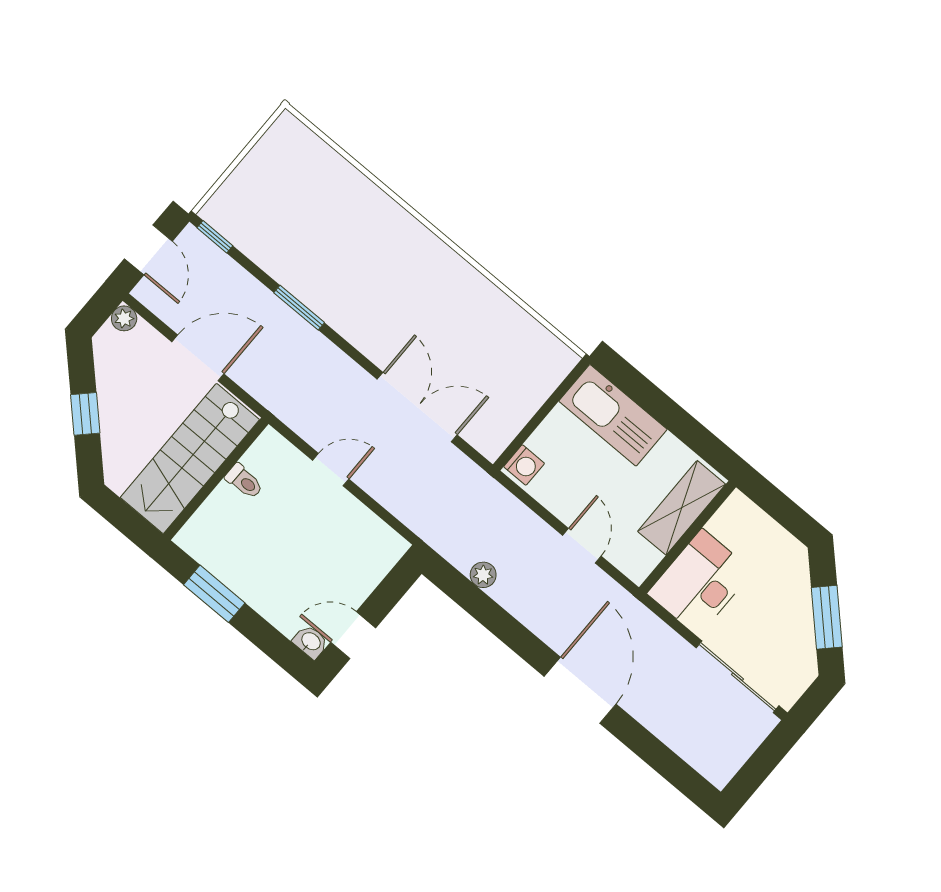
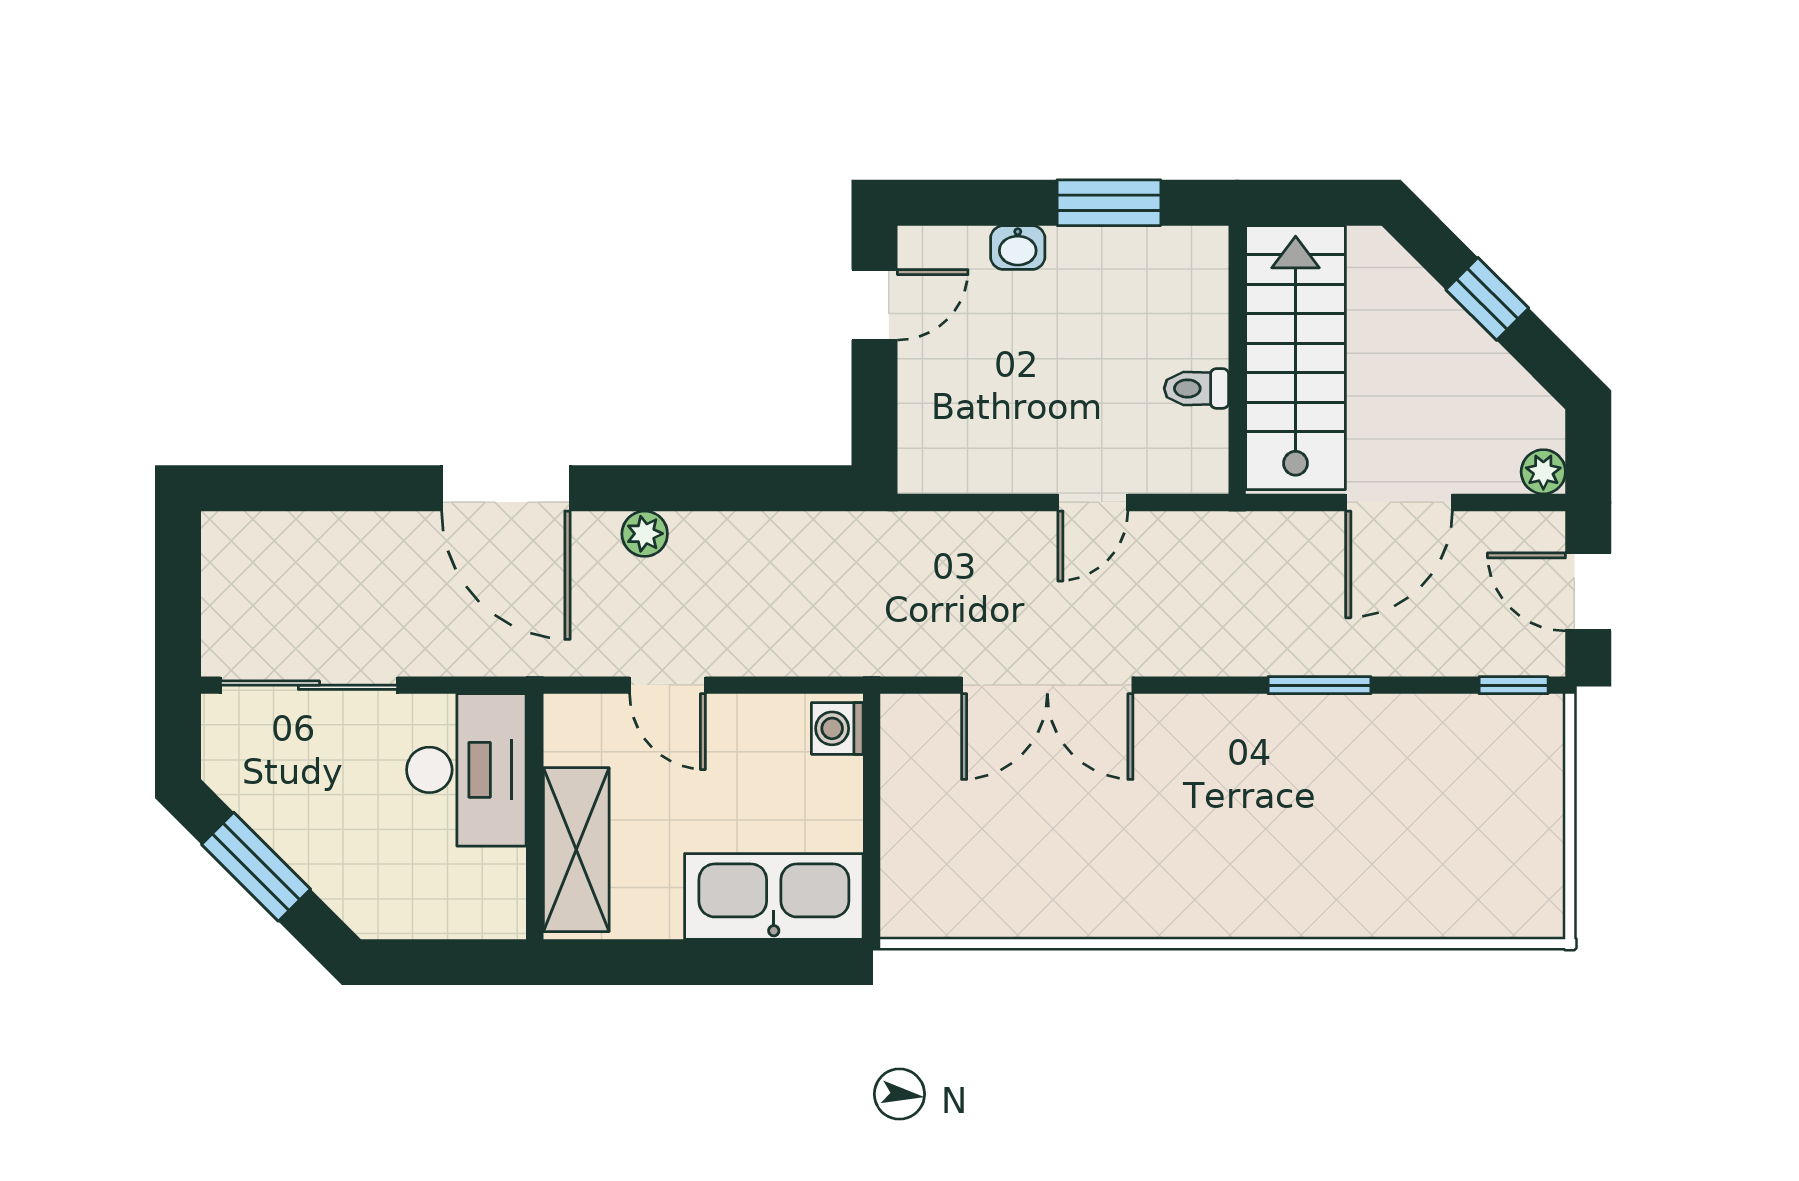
plant: (483, 575) -> (645, 534), moved
washbasin: (311, 642) -> (1018, 247), moved

